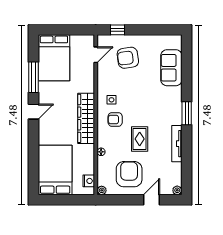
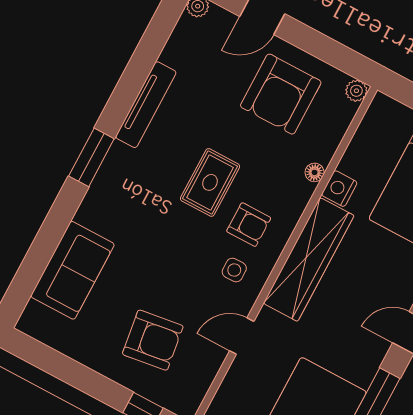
door: (96, 55) -> (242, 336), moved
rug: (140, 139) -> (210, 182), moved
nightstand: (89, 181) -> (339, 189), moved

